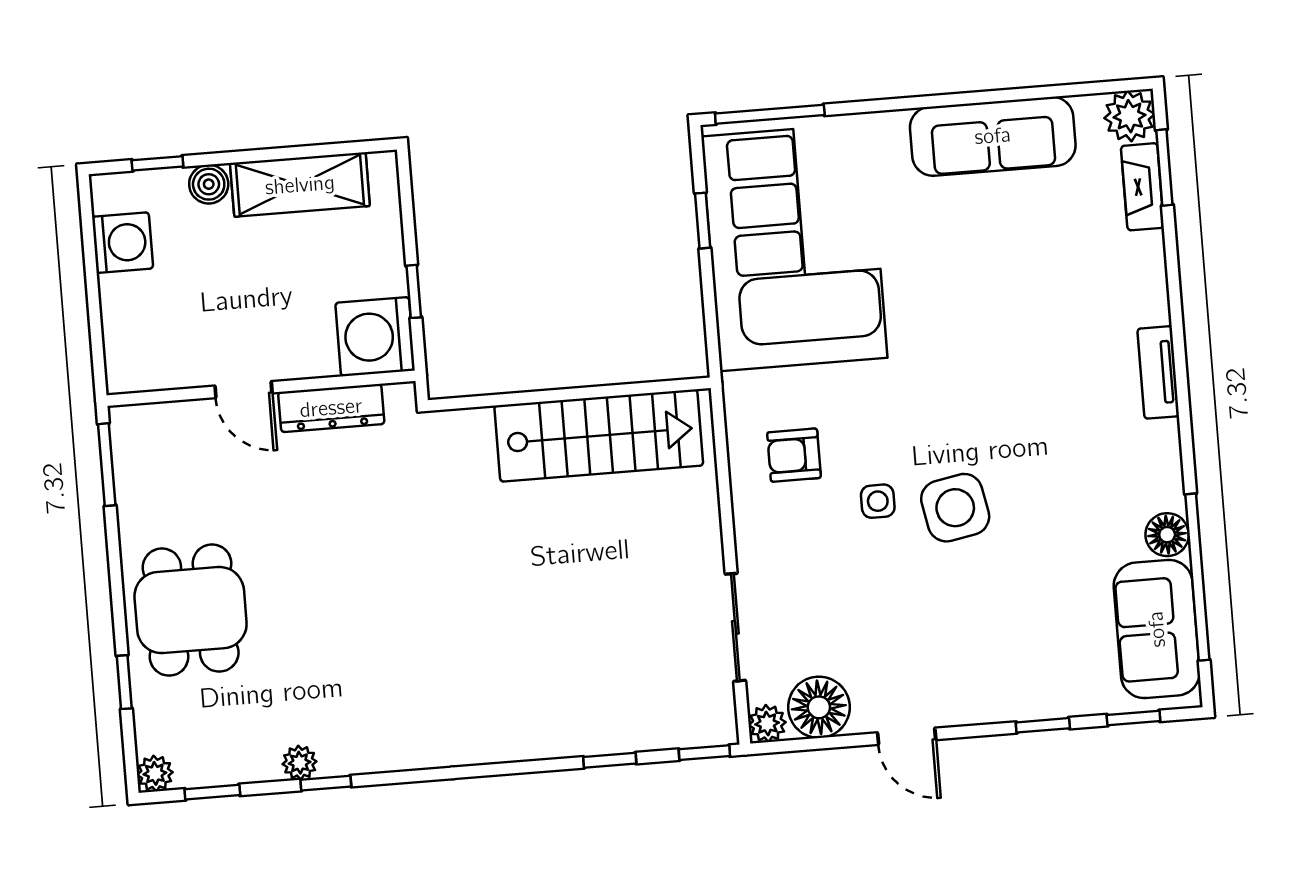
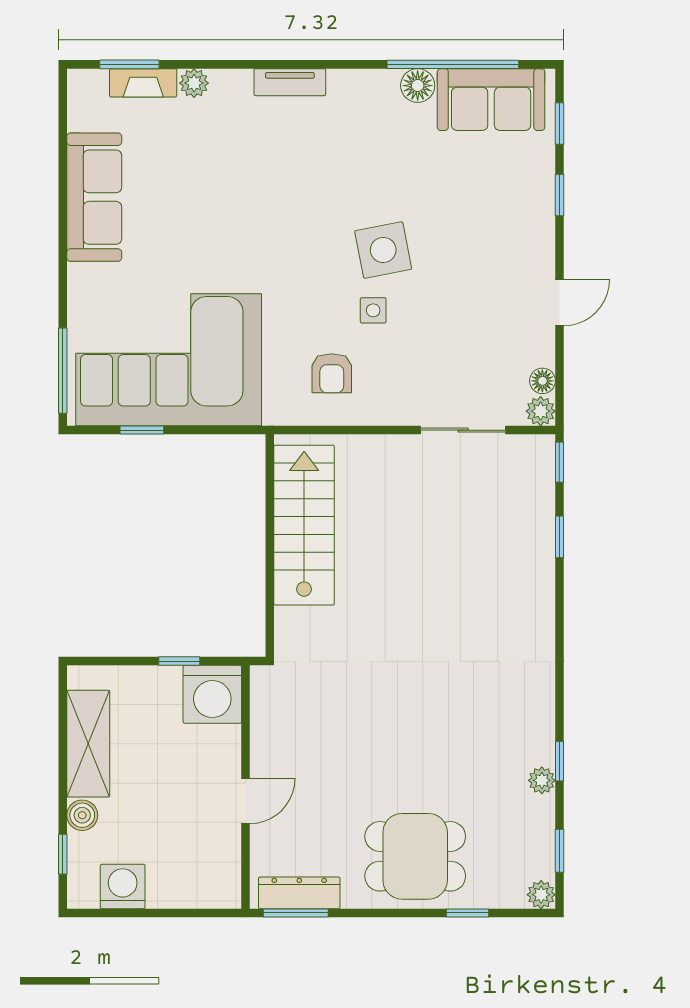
plant: (1130, 116) -> (194, 83), moved, width x0.73, depth x0.73
dresser: (331, 408) -> (299, 893), moved, turned -90
floor lamp: (819, 707) -> (542, 381), width x0.53, depth x0.53

